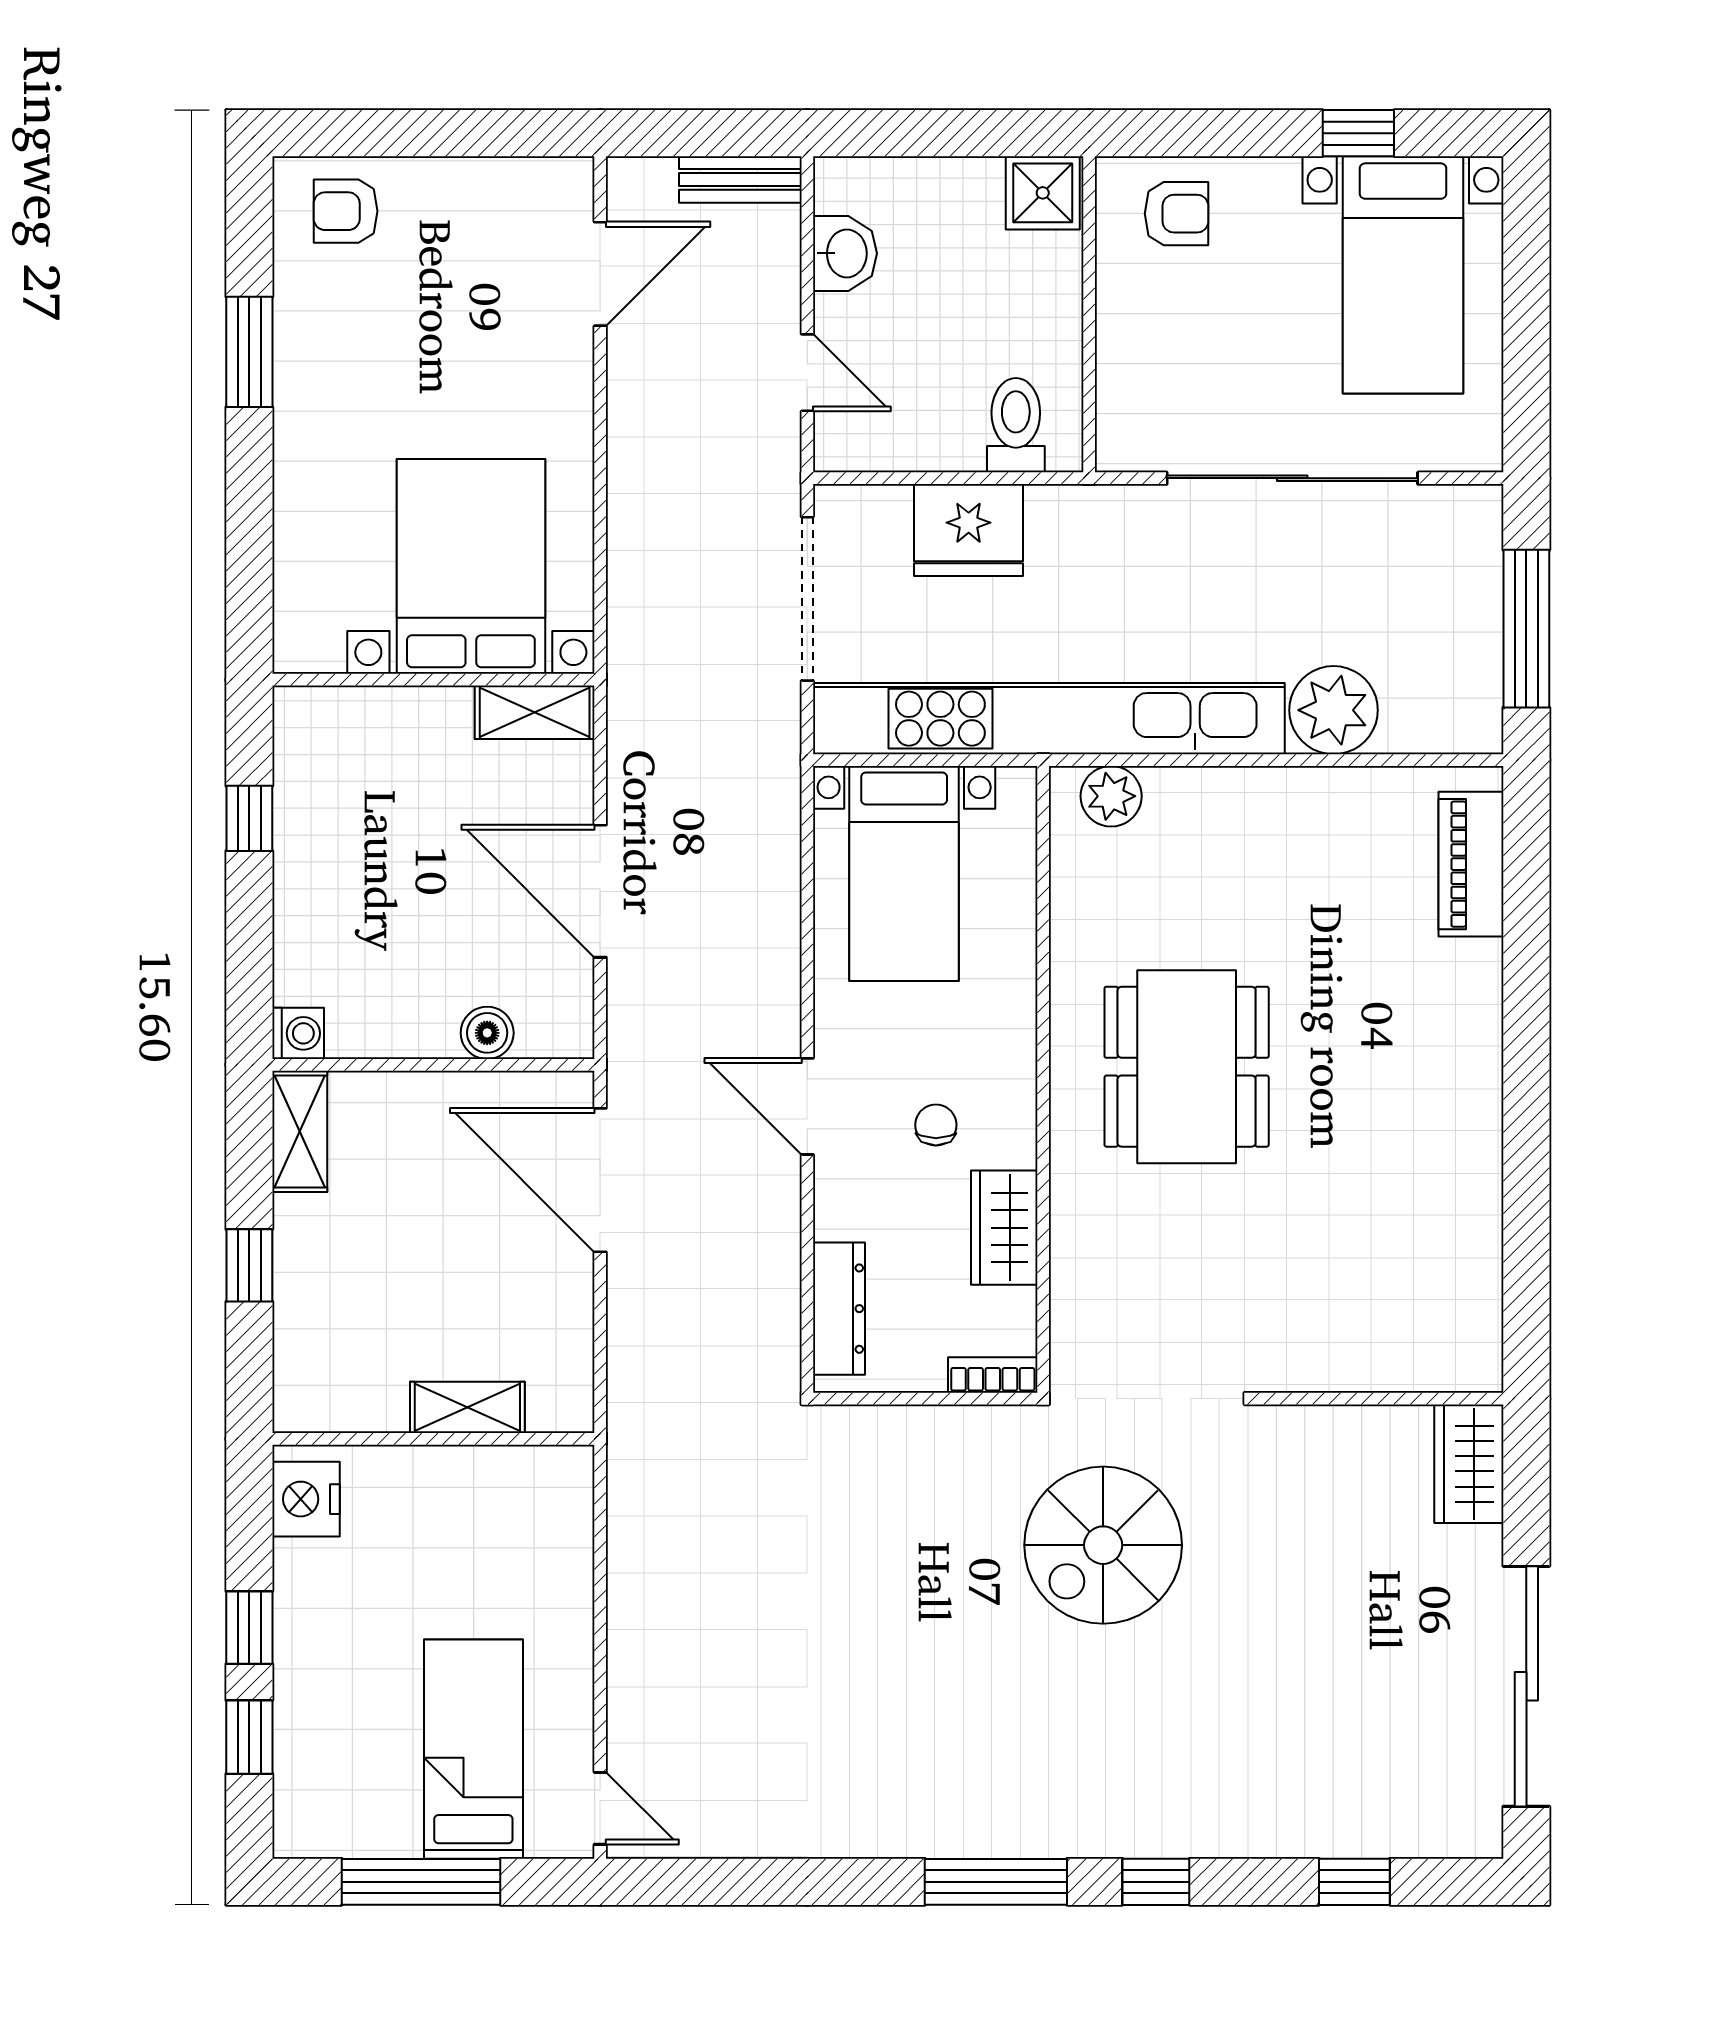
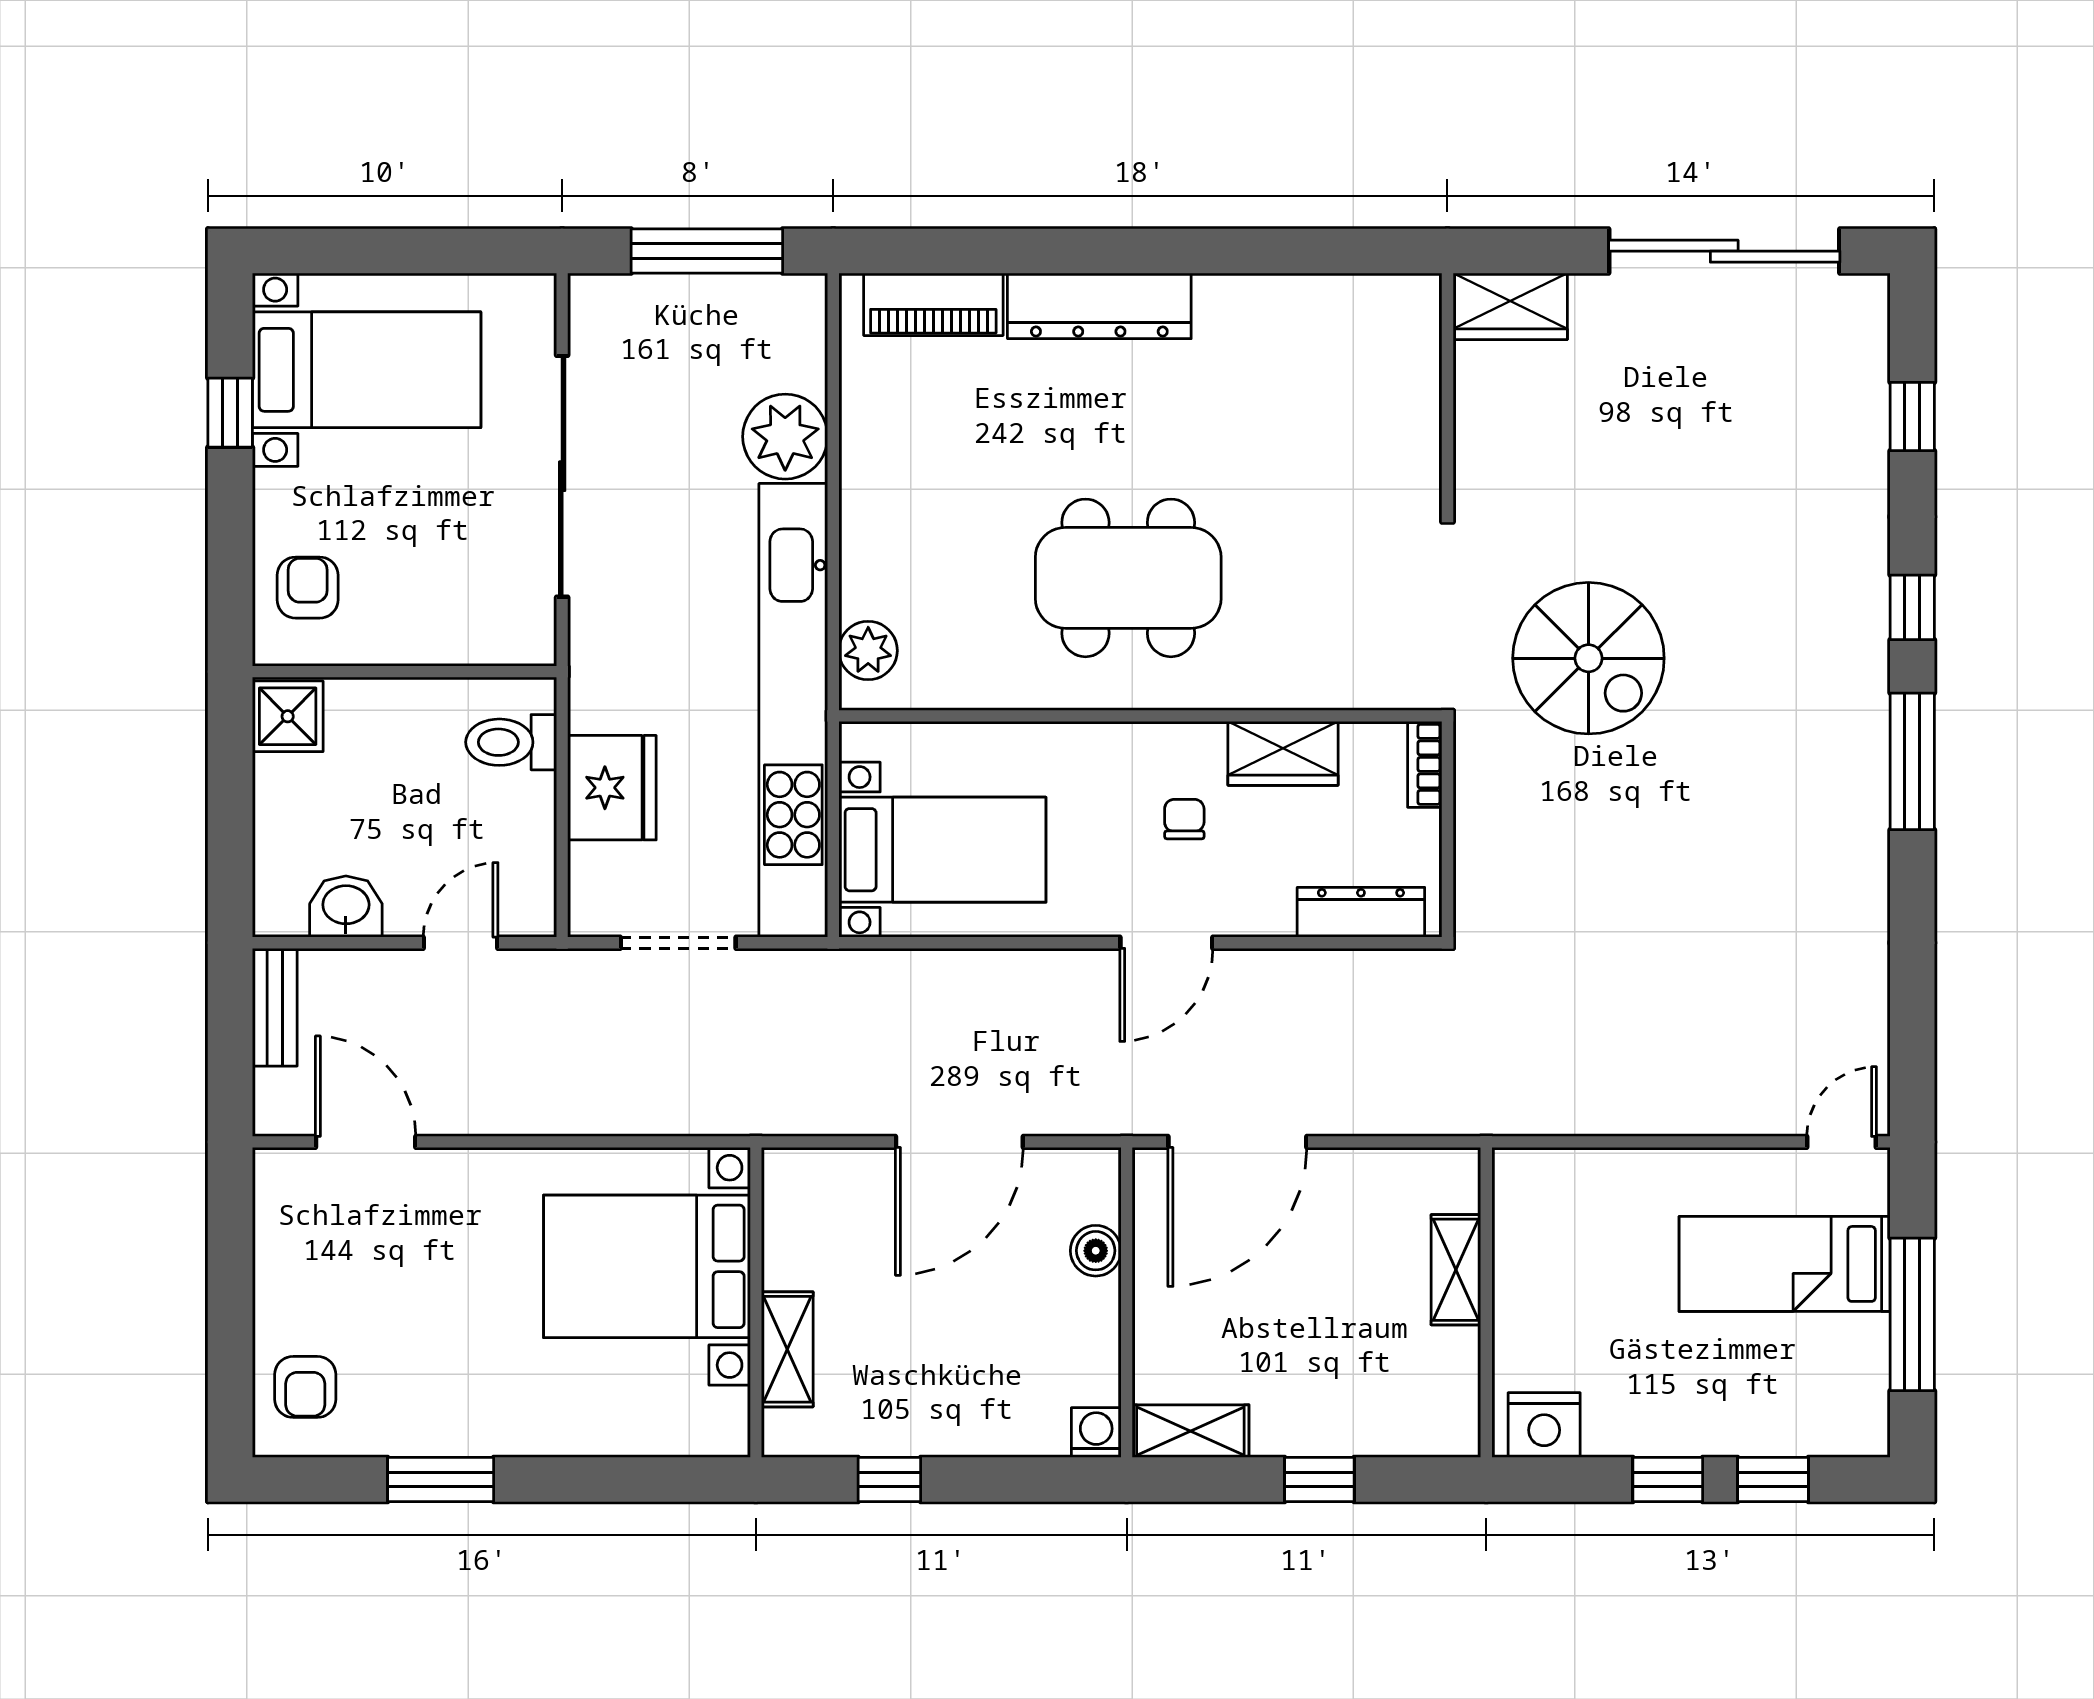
doorway: (807, 599) -> (678, 943), width x0.73
shelving: (535, 712) -> (787, 1349), moved
dresser: (1469, 1037) -> (1099, 306), added
chair: (936, 1125) -> (1184, 819), turned 90

